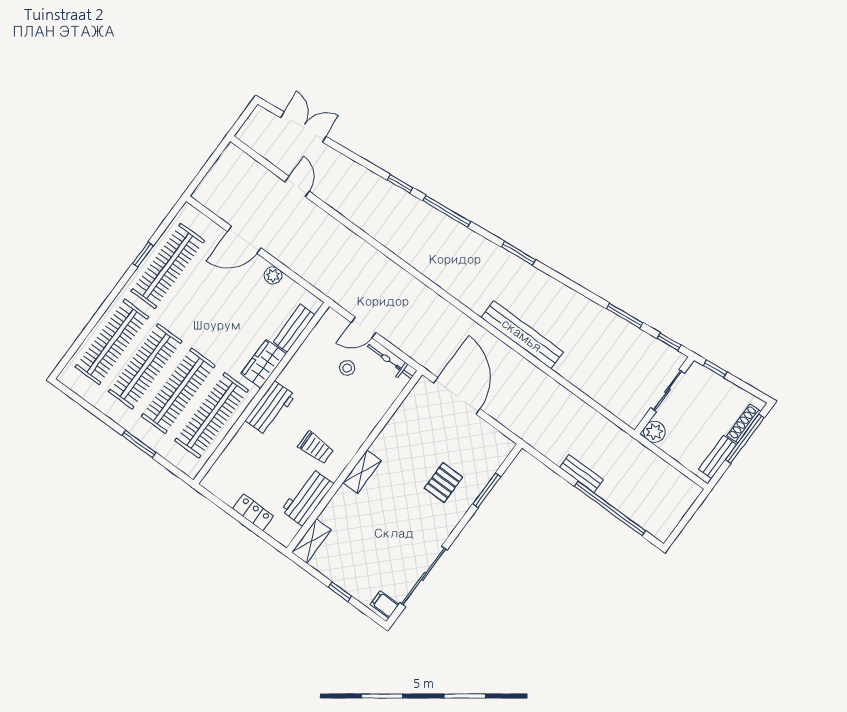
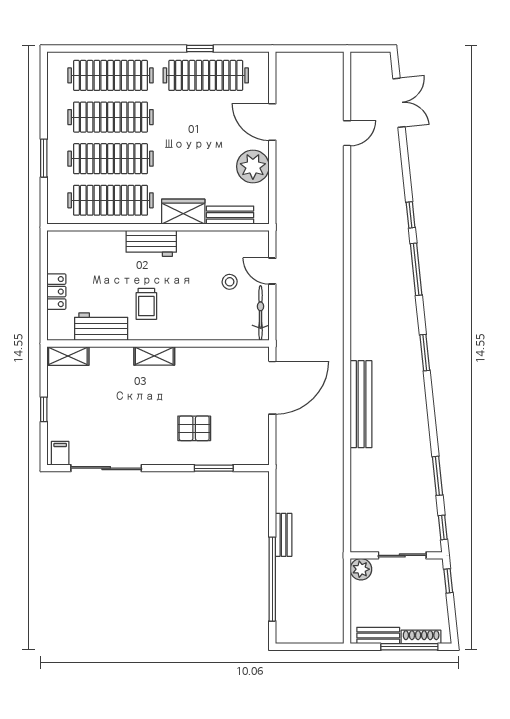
plant: (273, 275) -> (253, 166), width x1.88, depth x1.88

